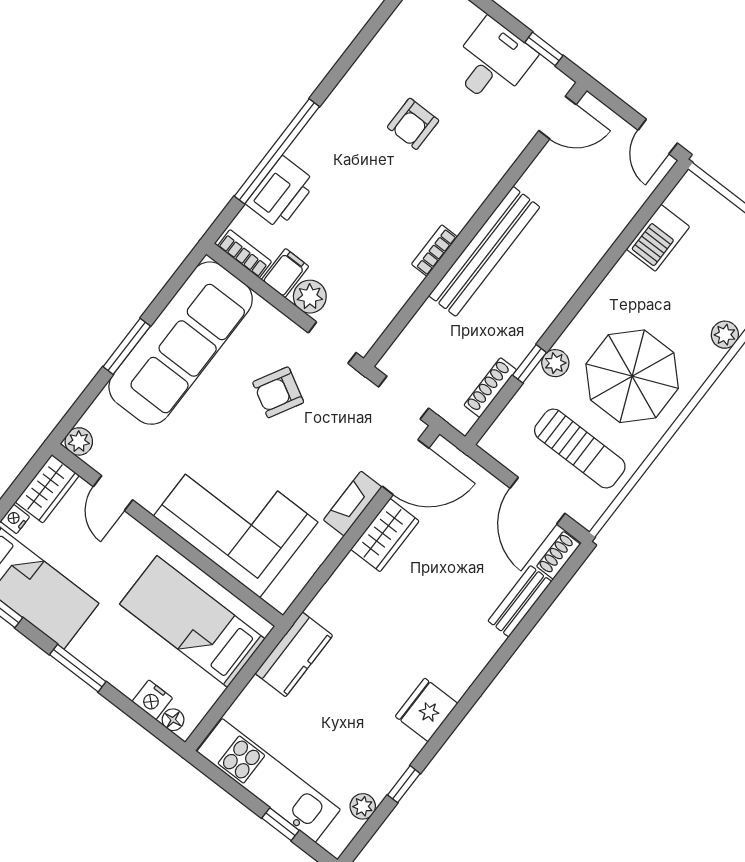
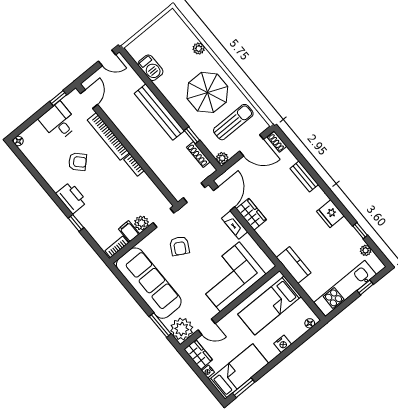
armchair: (413, 124) -> (78, 162), turned -44
window: (277, 151) -> (76, 223), width x0.32
bookcase: (485, 179) -> (108, 136), added
printer: (281, 193) -> (71, 198), moved
bench: (484, 251) -> (159, 112), moved
window: (127, 346) -> (160, 325), moved
plant: (555, 363) -> (222, 158), moved
plant: (79, 441) -> (182, 329), width x1.88, depth x1.88
bench: (520, 601) -> (304, 177), moved
window: (78, 668) -> (278, 359), removed
nightstand: (152, 700) -> (283, 344), moved

